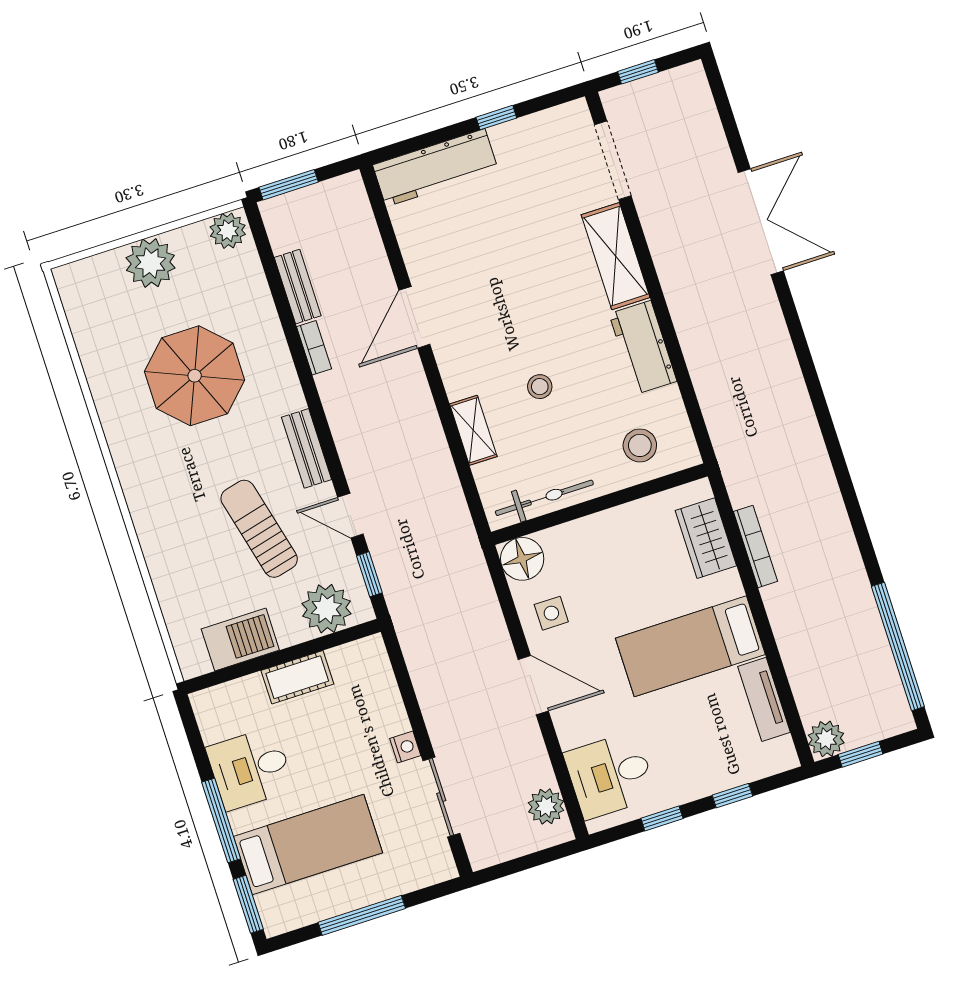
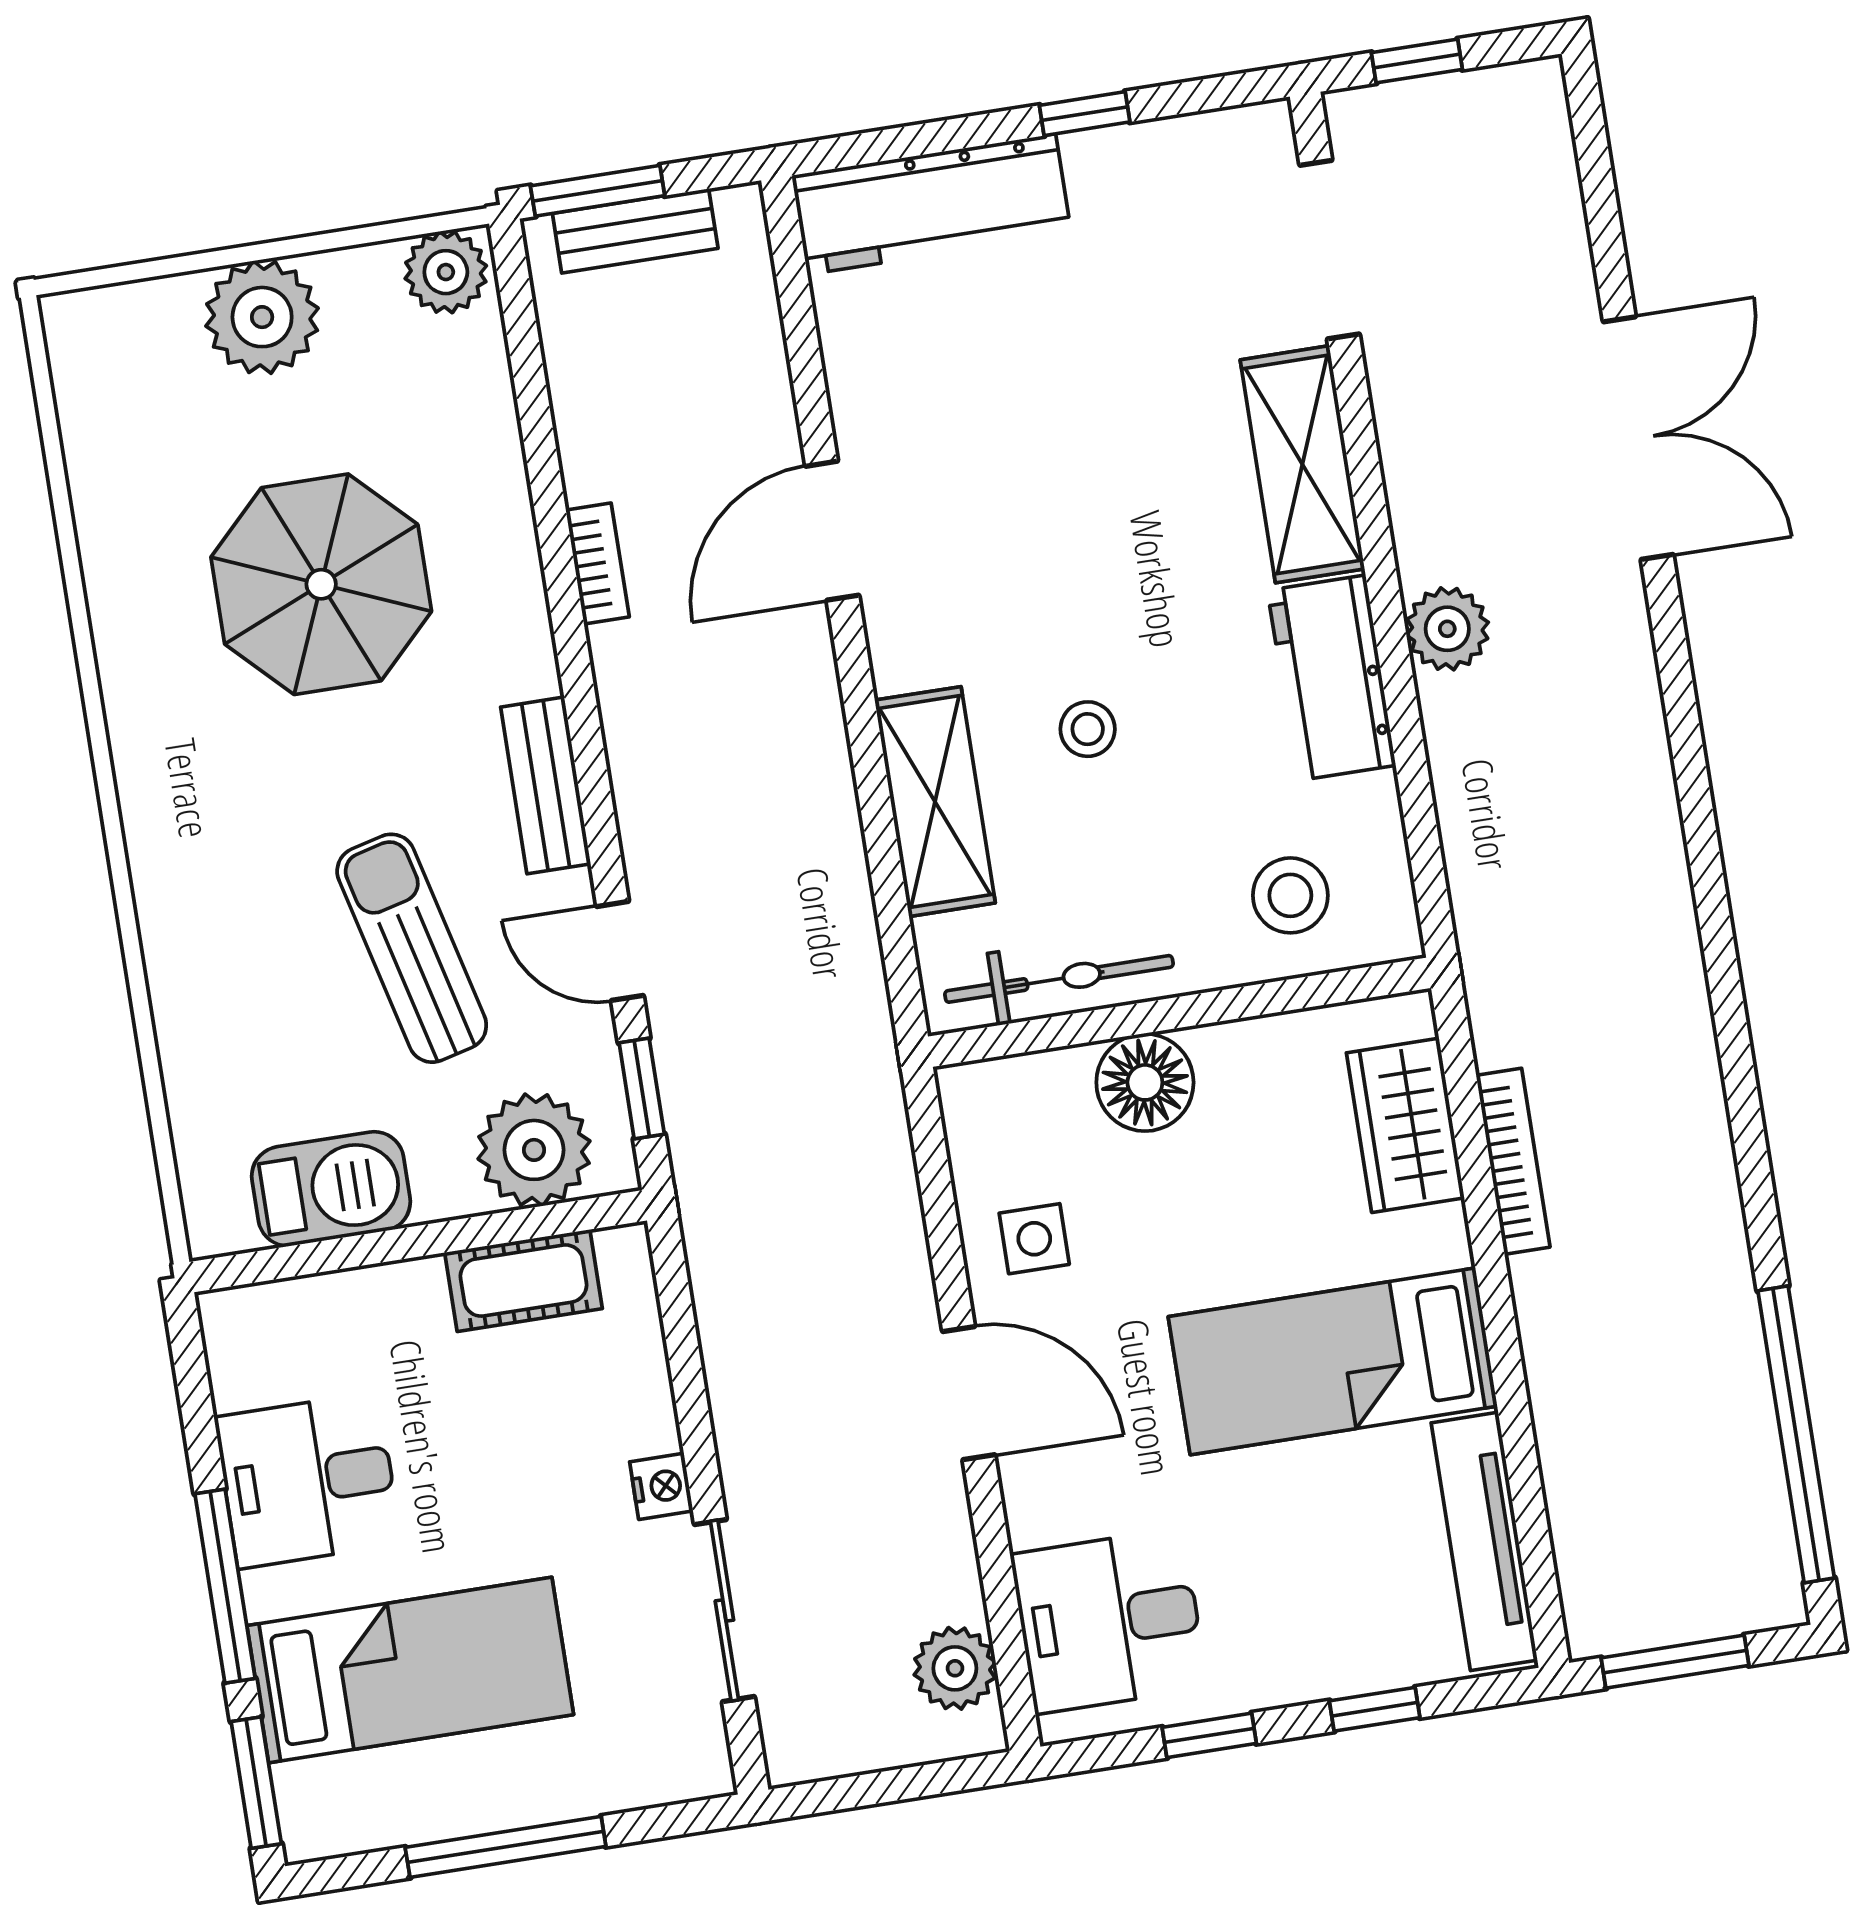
bench: (298, 287) -> (635, 231), moved, turned 90
shelving: (473, 430) -> (935, 802), width x1.50, depth x1.33
floor lamp: (522, 559) -> (1145, 1082), moved
cot: (297, 677) -> (523, 1281), moved
tv unit: (764, 699) -> (1484, 1541), width x1.41
plant: (826, 739) -> (1447, 629), moved
window: (861, 754) -> (1675, 1662), width x1.50

